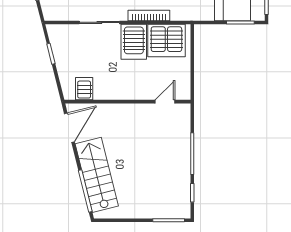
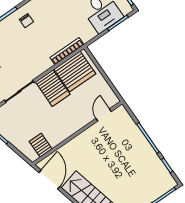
bookcase: (149, 16) -> (67, 51), moved

